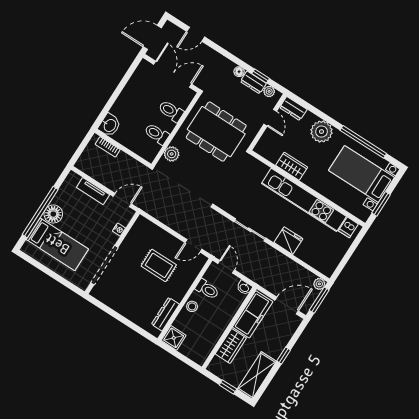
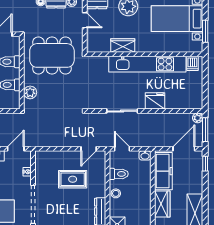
window: (284, 355) -> (205, 164), moved

